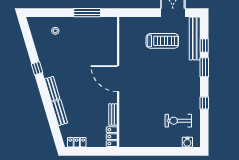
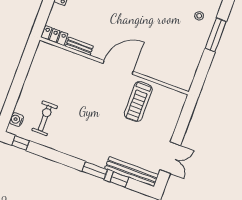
window: (87, 13) -> (216, 35), moved
treadmill: (162, 41) -> (138, 102), moved
window: (204, 103) -> (21, 143), moved

